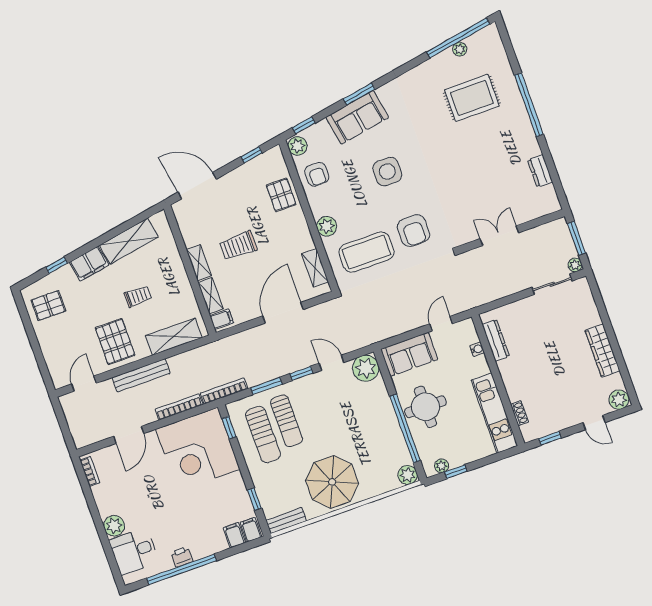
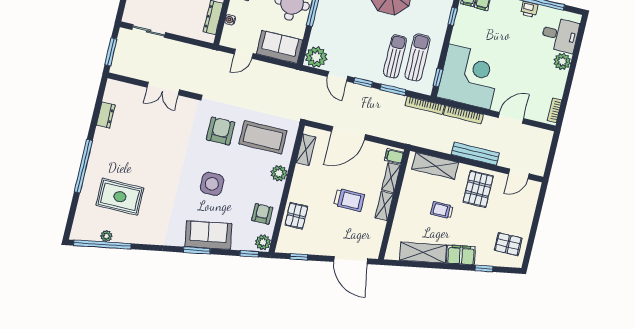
plant: (575, 265) -> (124, 34), removed

